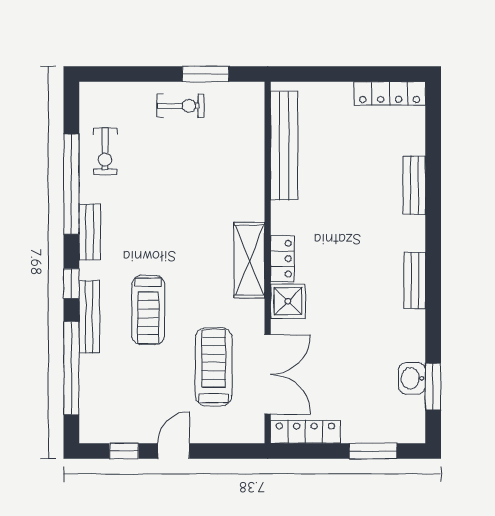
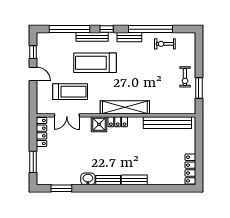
bench: (414, 185) -> (134, 180), moved
shelving: (249, 260) -> (125, 107), width x1.47
treadmill: (148, 310) -> (95, 63), width x1.37, depth x1.38
double door: (268, 374) -> (67, 115), width x0.73
washbasin: (412, 378) -> (88, 179), moved

